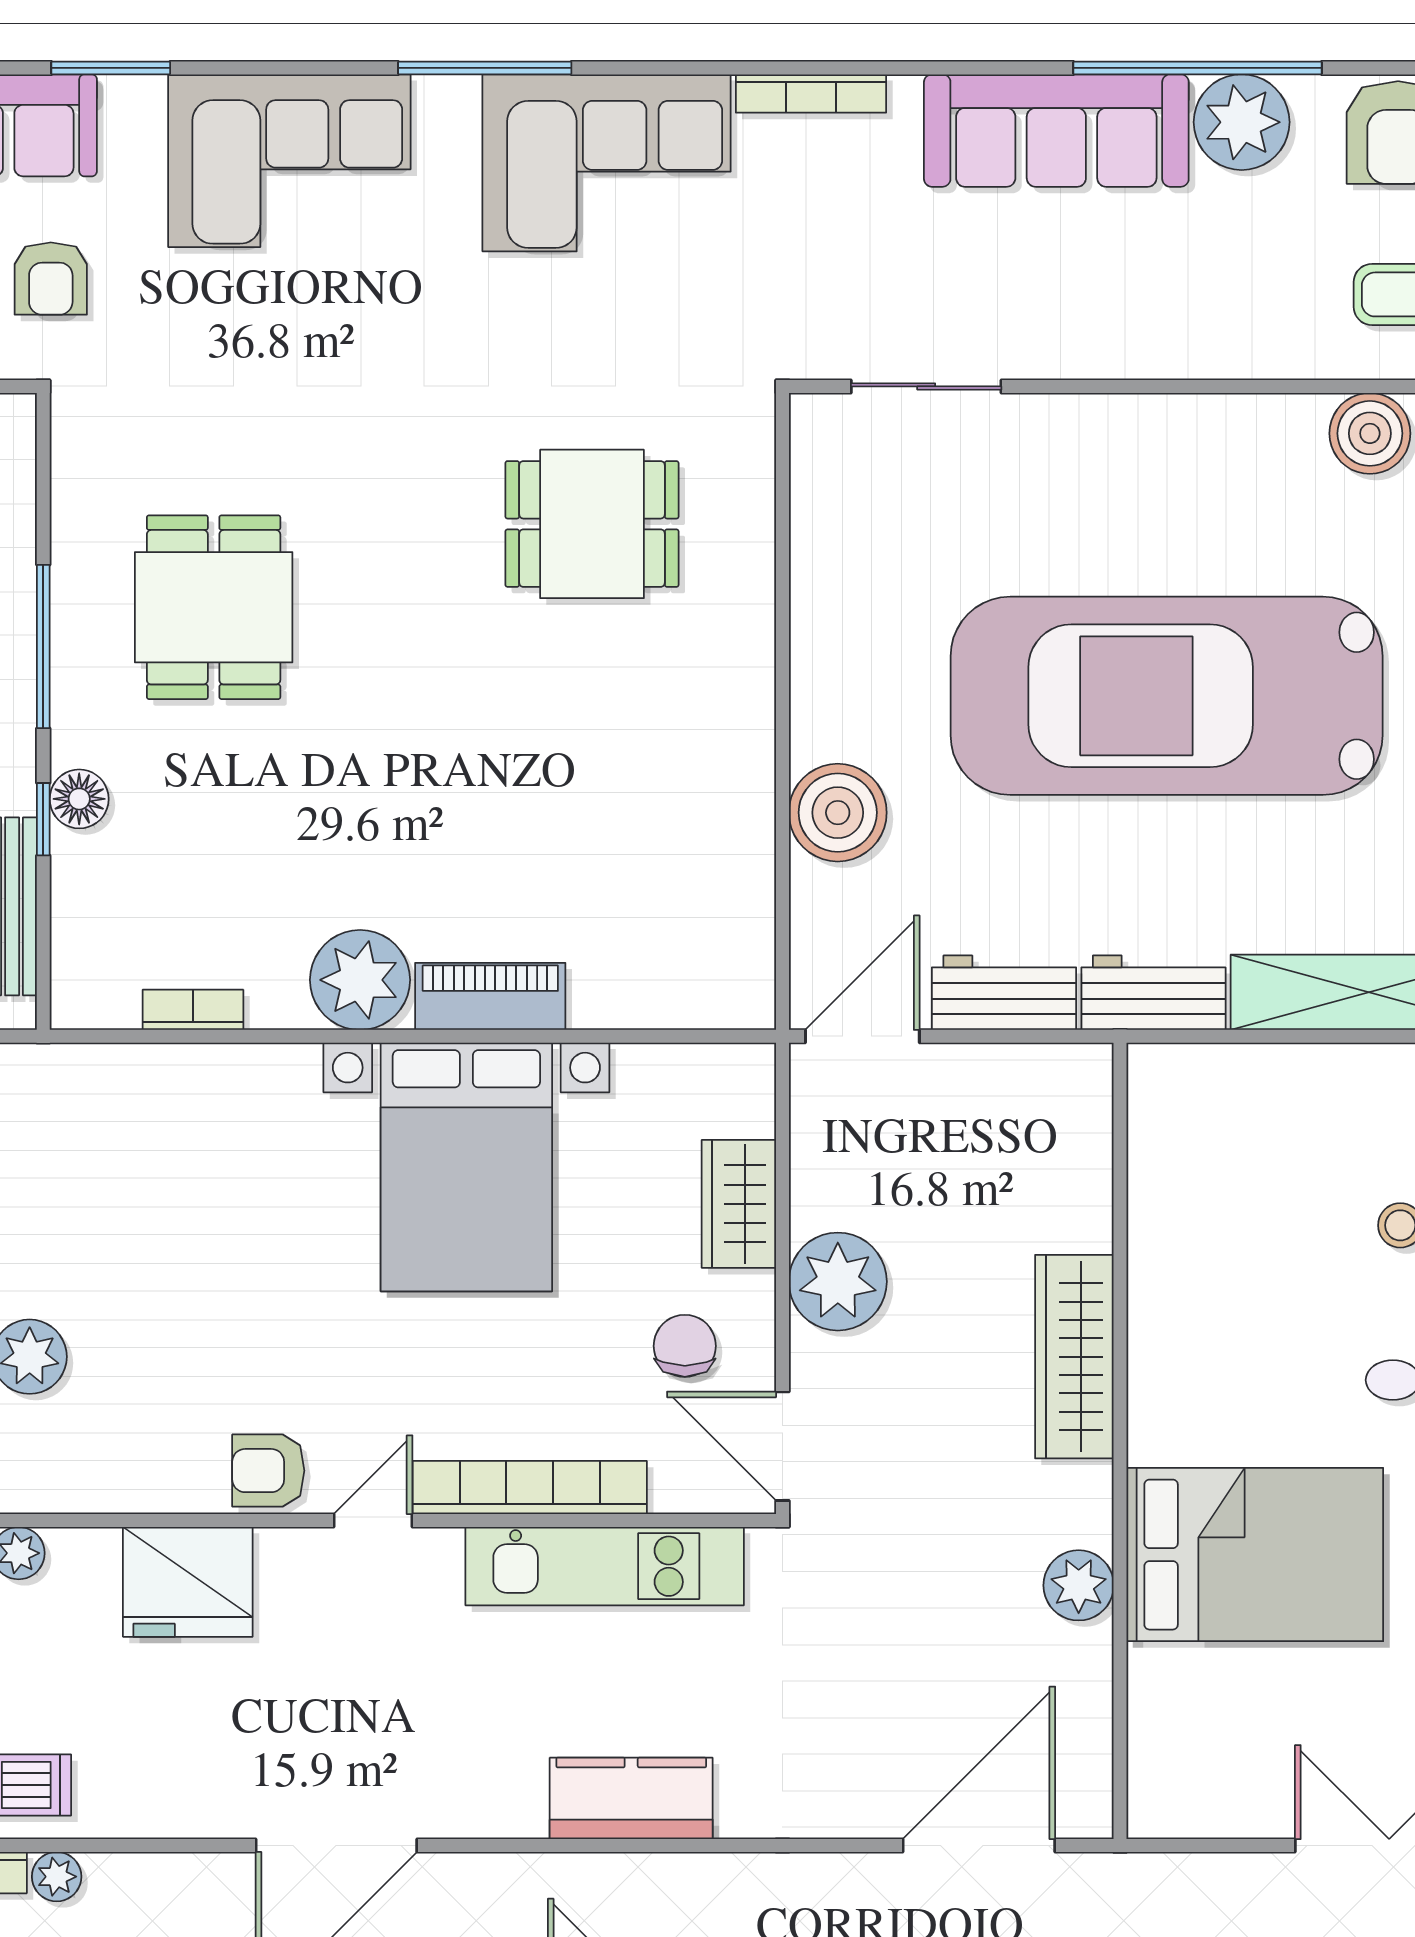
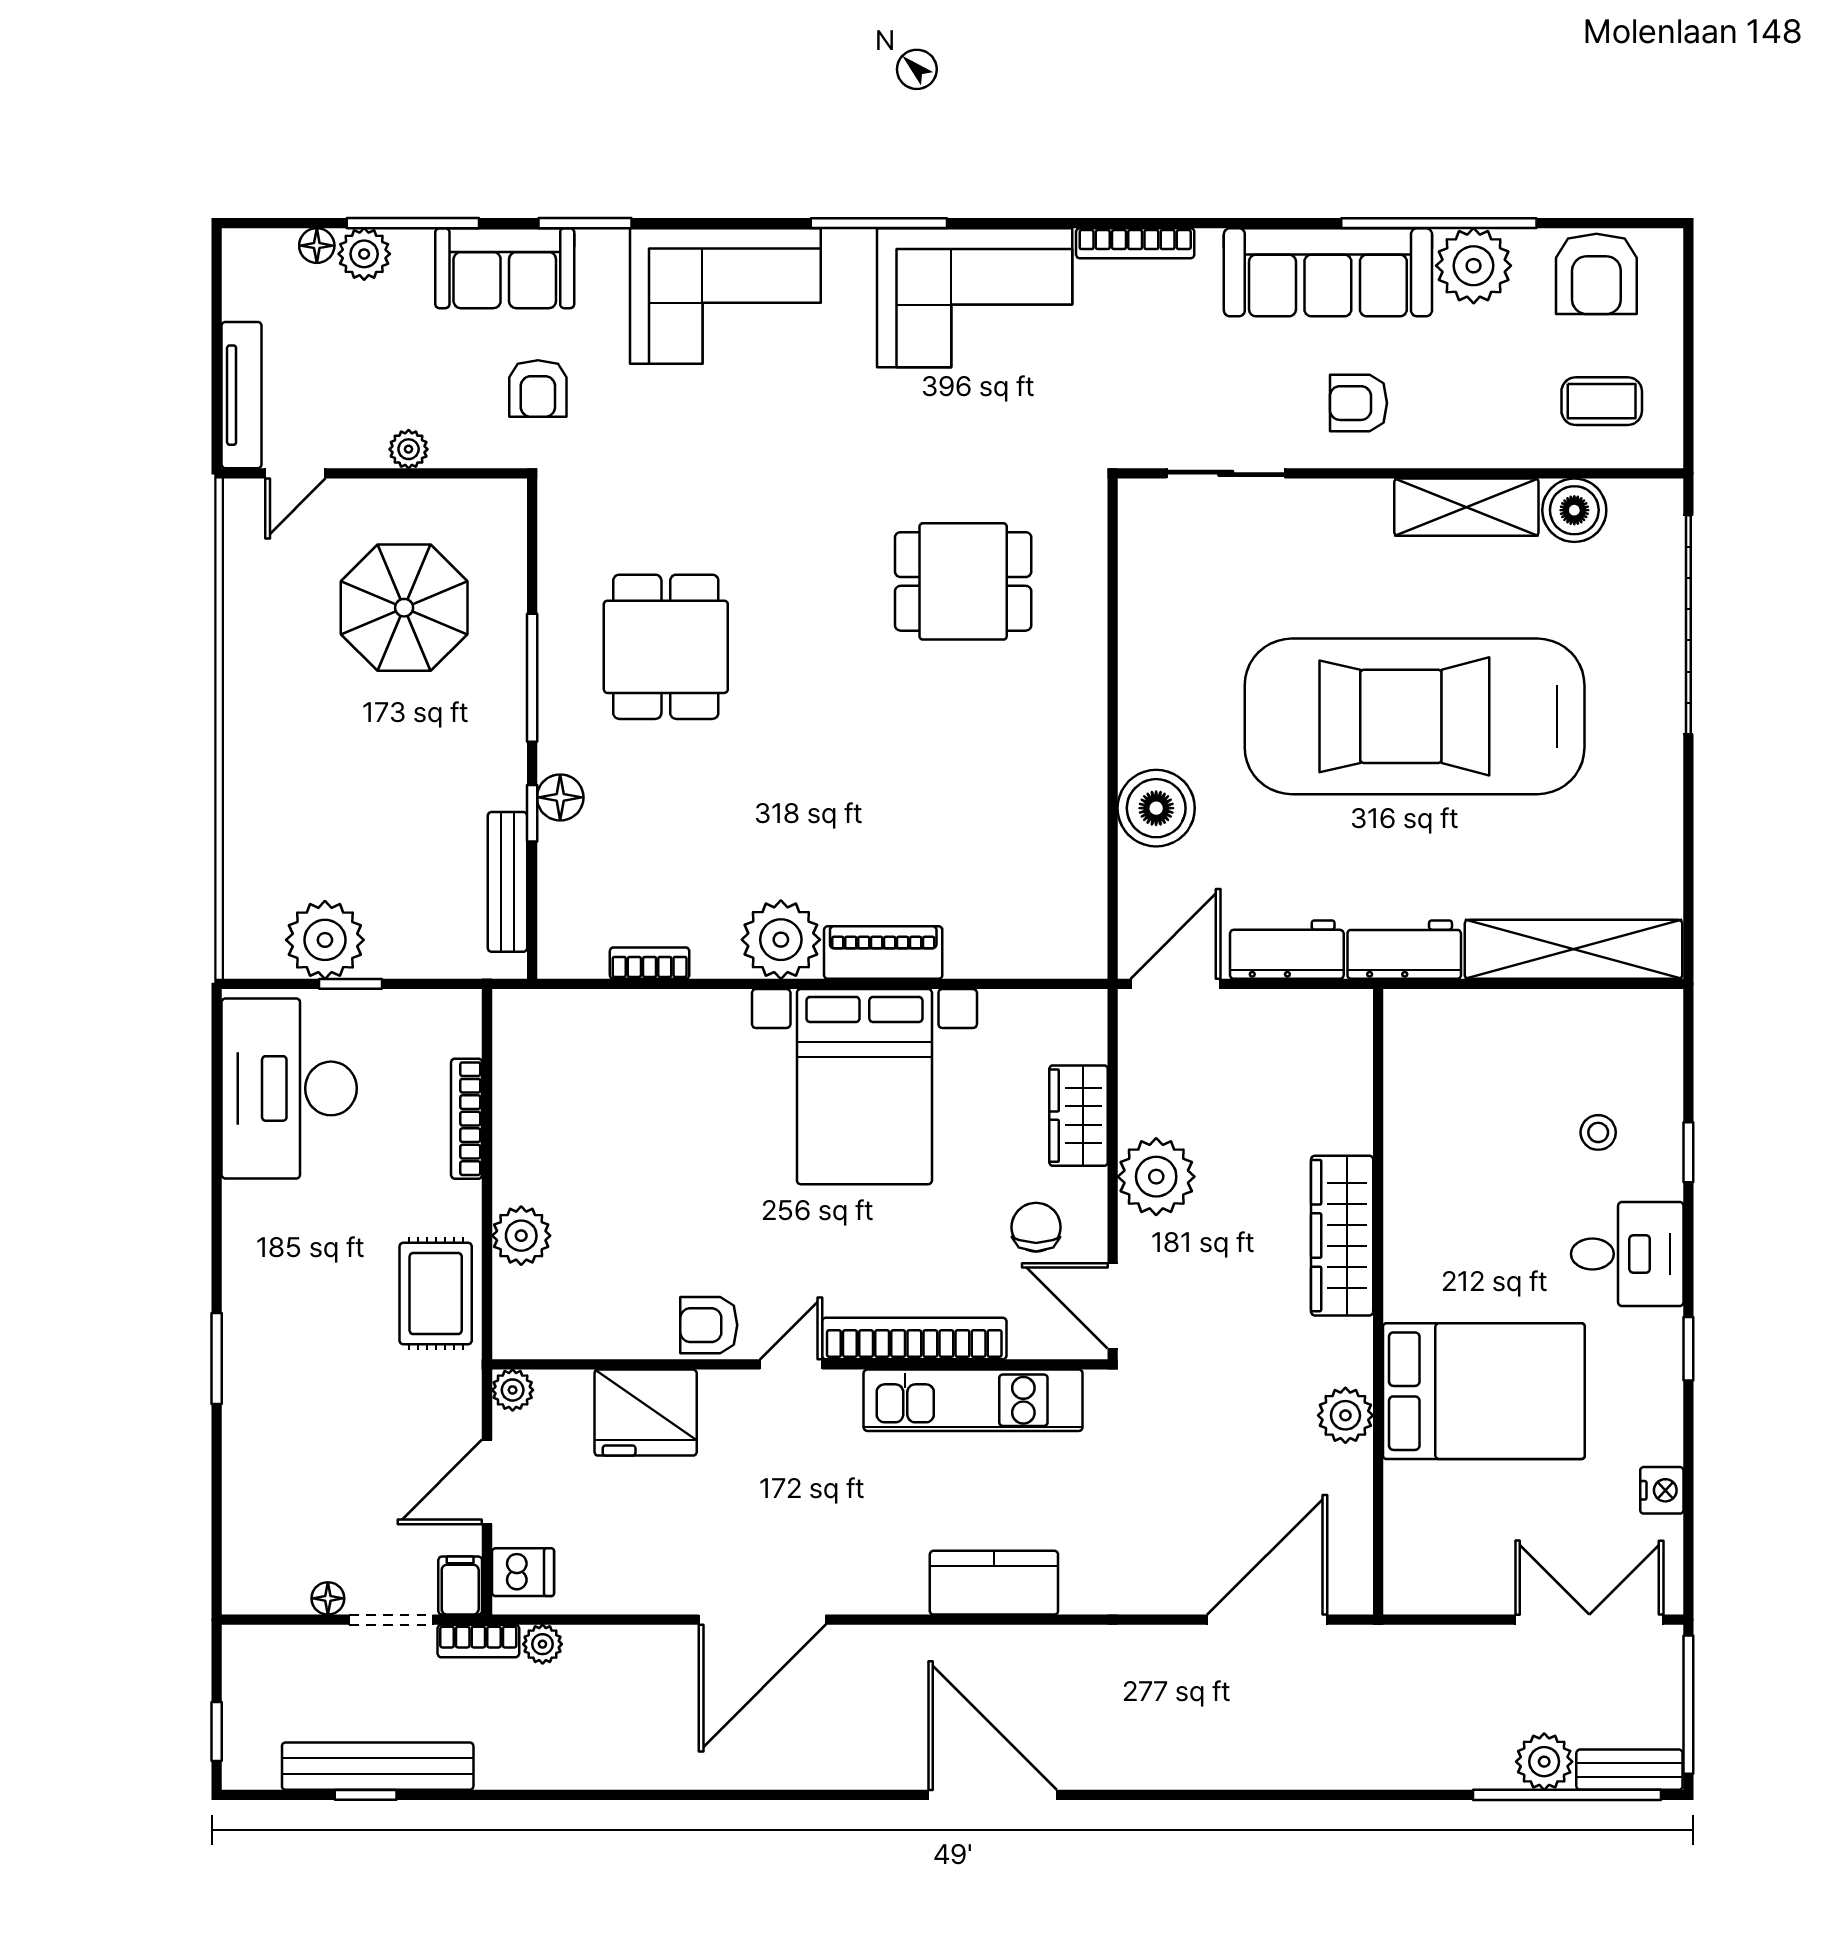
armchair: (1095, 297) -> (1358, 403), added
shelving: (1233, 430) -> (1466, 507), added

